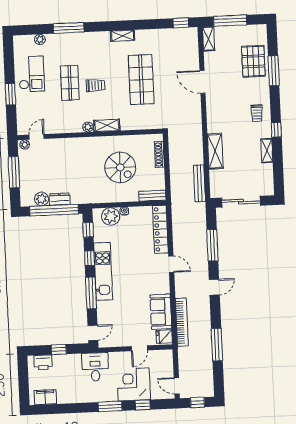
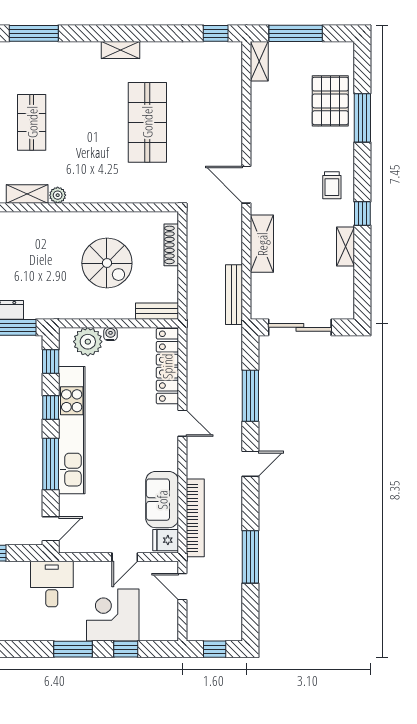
door: (202, 82) -> (246, 185), moved
trolley: (96, 85) -> (73, 128), removed
shelving: (107, 125) -> (27, 194), moved
kitchen unit: (103, 271) -> (72, 430), width x1.36
door: (177, 386) -> (182, 587), moved

